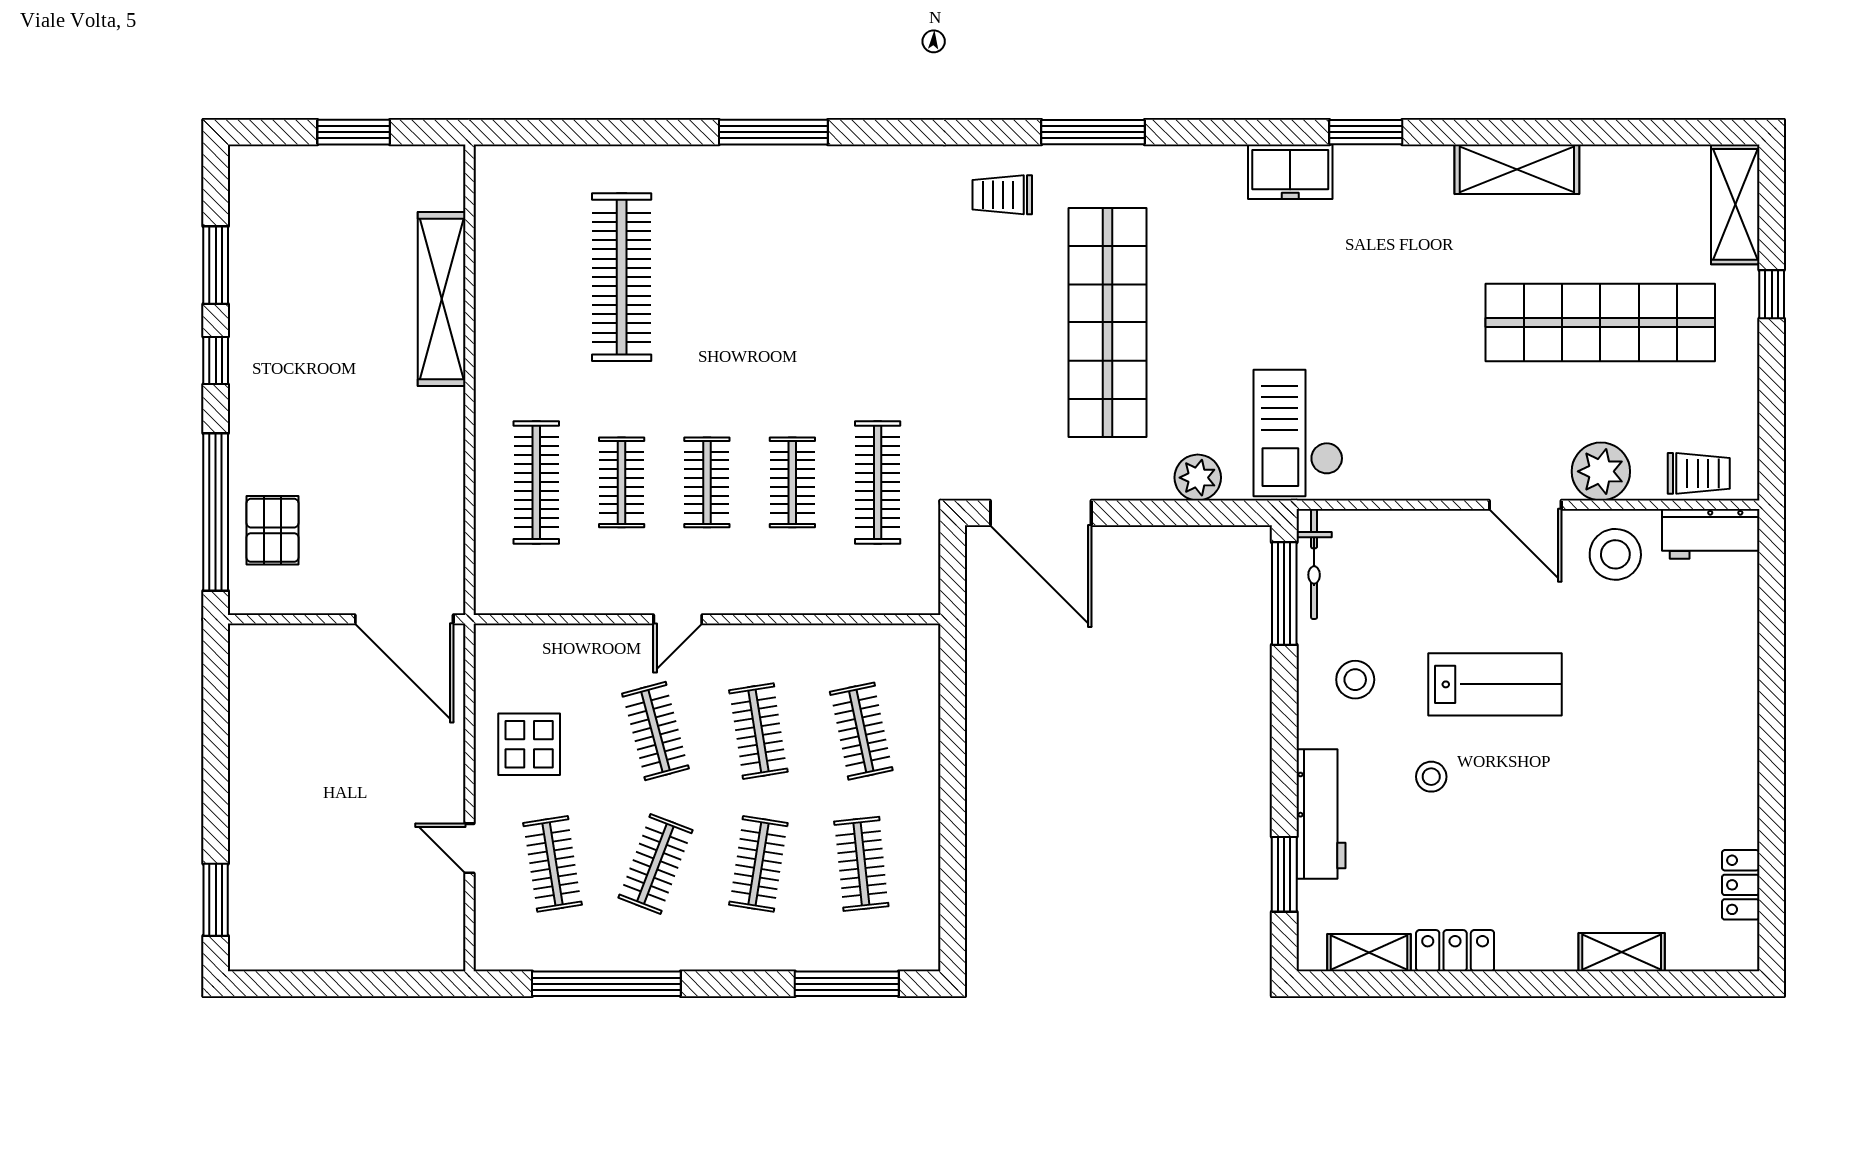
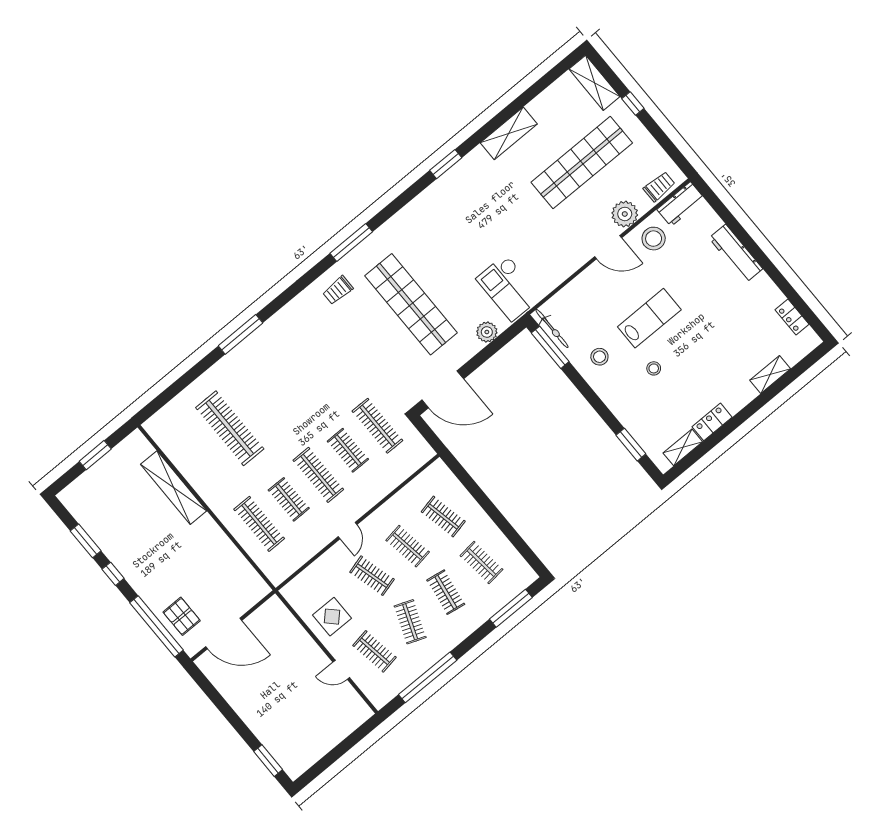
freezer: (1290, 172) -> (431, 200), removed
clothes rail: (707, 482) -> (318, 475), width x1.36
door: (404, 619) -> (224, 634), moved
workbench: (1321, 814) -> (736, 253), moved, turned 180

